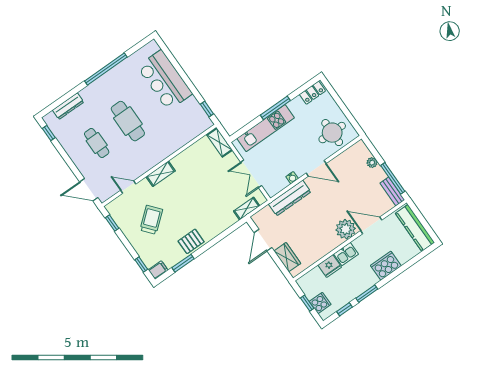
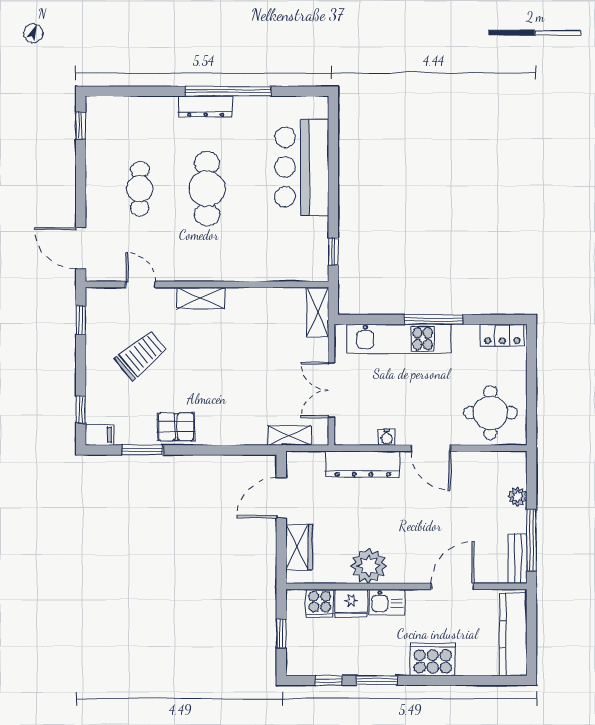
dresser: (68, 106) -> (206, 106), moved
door: (371, 225) -> (453, 586), hinge flipped
plant: (346, 229) -> (369, 566), moved
cooker: (320, 303) -> (320, 603), moved, turned 90

